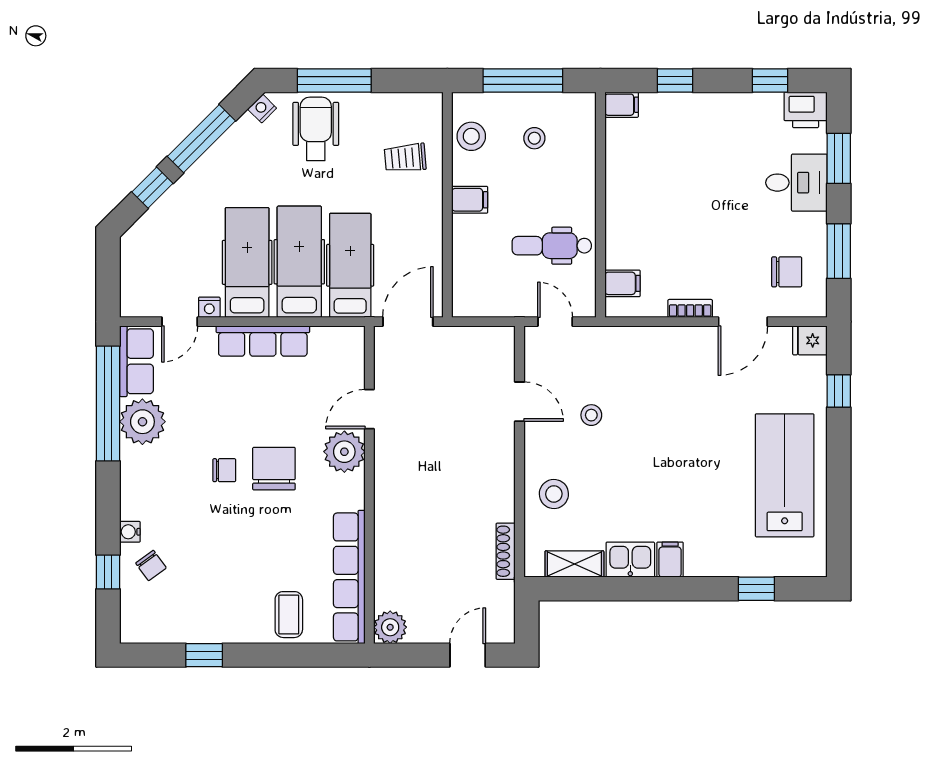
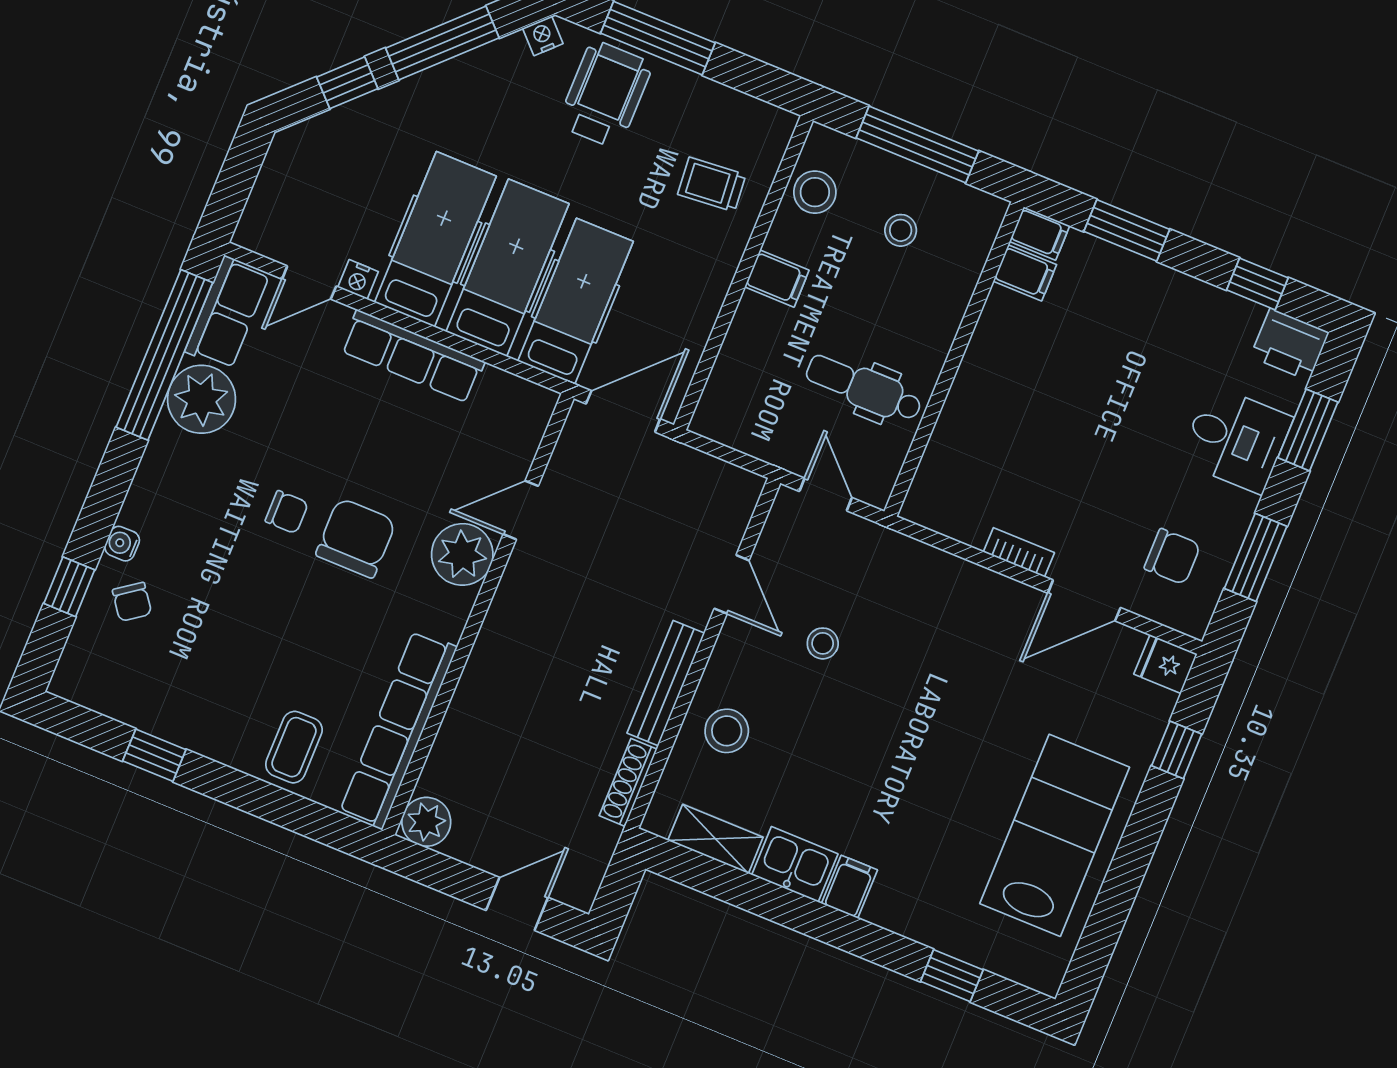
window: (675, 80) -> (1127, 230), width x1.50
filing cabinet: (622, 283) -> (1025, 273), moved
bench: (504, 480) -> (666, 683), added

